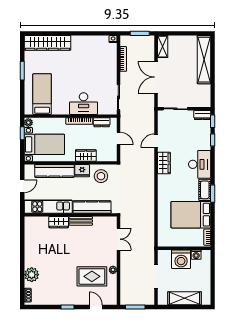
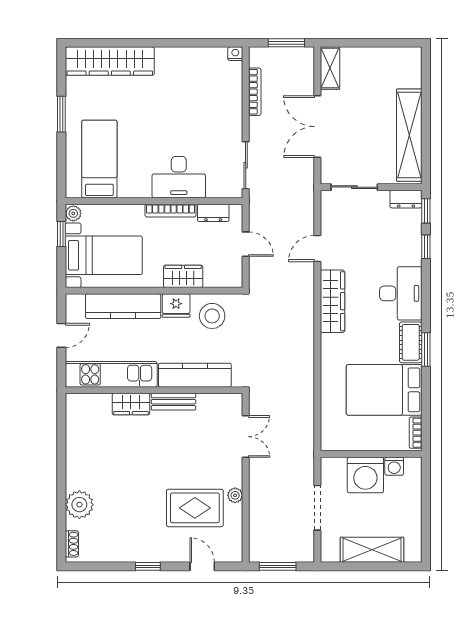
shelving: (204, 60) -> (409, 135), moved
wardrobe: (164, 163) -> (332, 301), width x1.50

